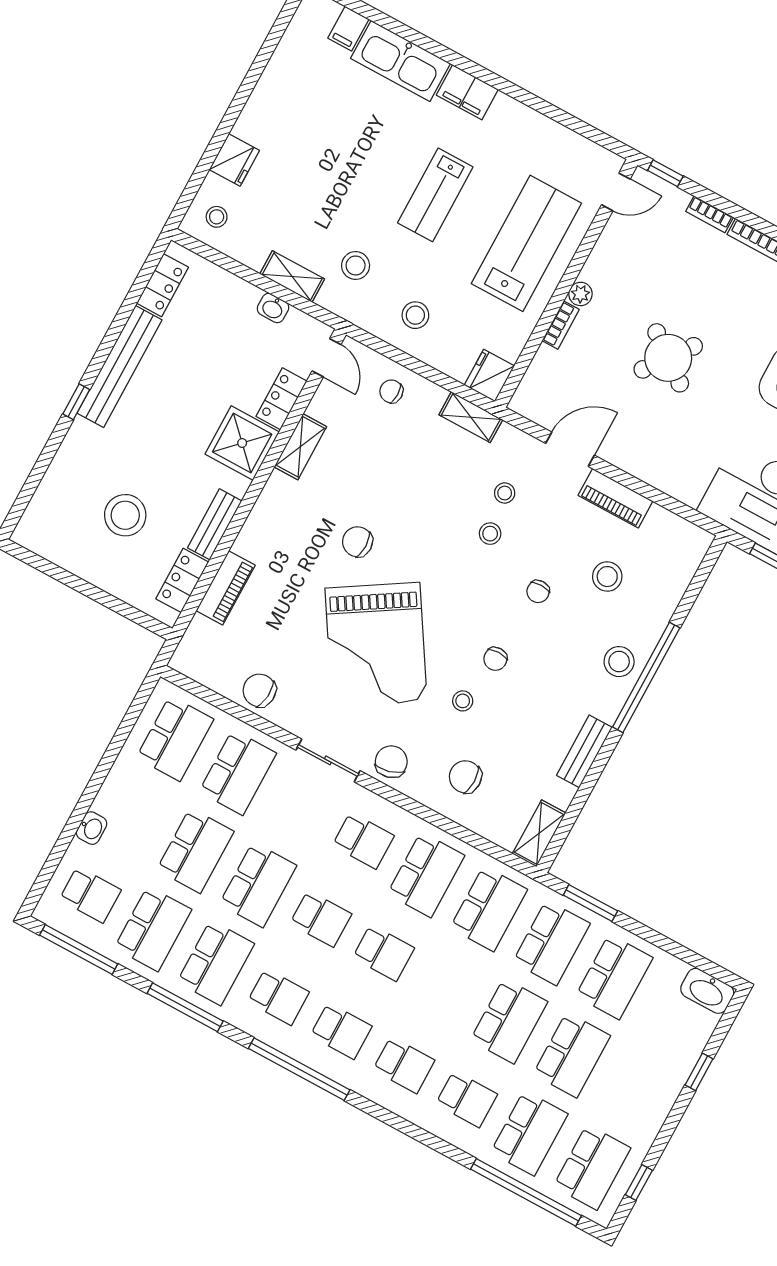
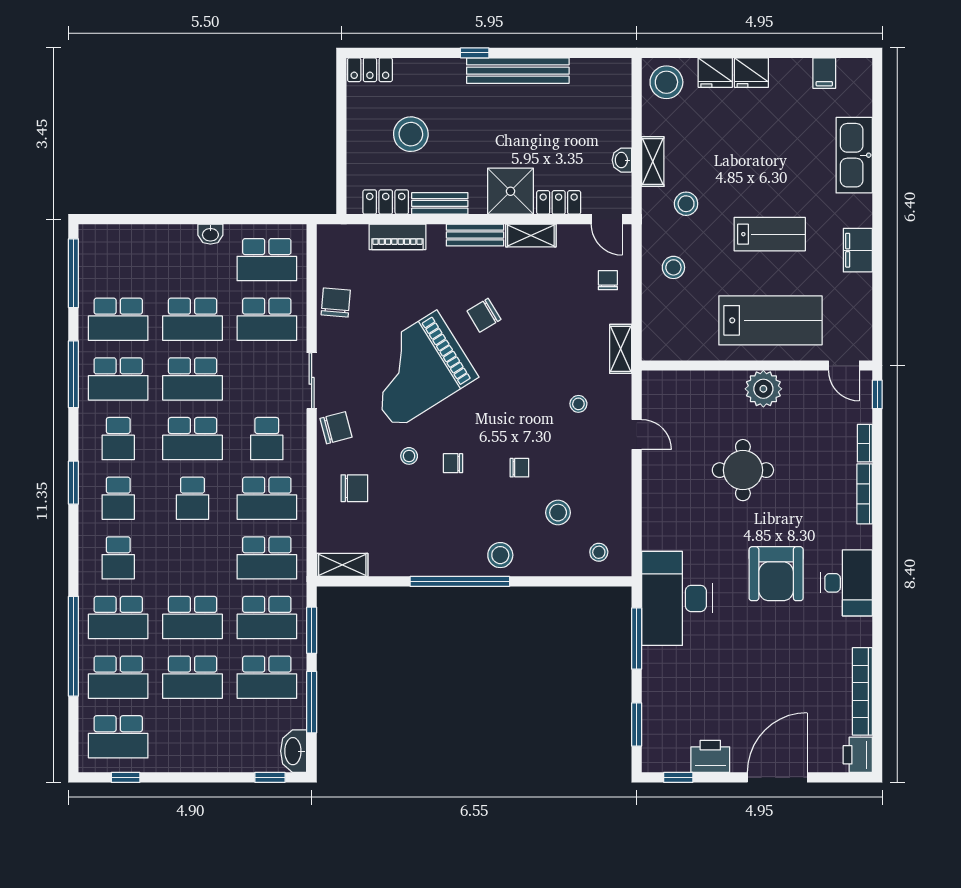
filing cabinet: (348, 29) -> (824, 73), moved, turned -90
filing cabinet: (467, 92) -> (858, 250), moved
lab bench: (435, 195) -> (770, 234), turned 180
stool: (217, 217) -> (666, 82), width x1.89, depth x1.89
locker: (162, 285) -> (370, 70), moved
plant: (580, 294) -> (763, 389), width x1.87, depth x1.87
bookcase: (561, 325) -> (724, 378), removed
door: (326, 358) -> (607, 219), hinge flipped
round table: (668, 358) -> (743, 470), turned -37
fridge: (489, 375) -> (751, 73), moved, turned 180
door: (570, 449) -> (637, 434), width x0.73
piano: (615, 498) -> (619, 487), removed
stool: (490, 534) -> (599, 552), moved
chair: (357, 542) -> (484, 315), turned -121
chair: (538, 591) -> (519, 468), turned 180
window: (646, 677) -> (460, 581), moved
bench: (584, 751) -> (475, 235), moved
chair: (465, 777) -> (354, 488), turned 90
washbasin: (92, 828) -> (210, 234), moved
school desk: (90, 895) -> (118, 260), removed
school desk: (321, 919) -> (193, 439), width x1.85
window: (666, 944) -> (312, 702), added
window: (299, 1069) -> (73, 483), width x0.47
window: (699, 1072) -> (270, 777), moved
school desk: (467, 1099) -> (118, 618), width x1.85
window: (526, 1192) -> (73, 646), moved

